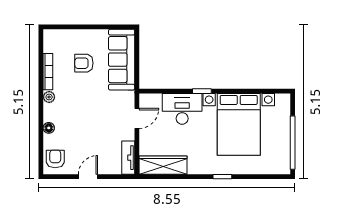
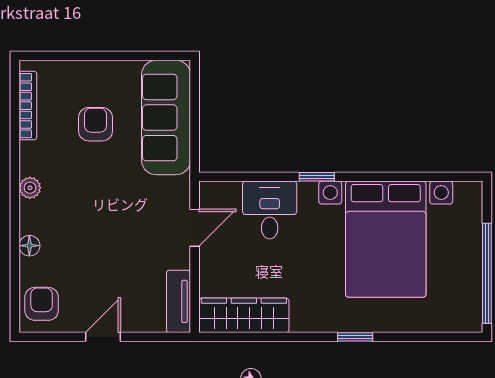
armchair: (84, 63) -> (95, 124), turned 90
bookcase: (48, 72) -> (28, 106), moved
desk: (182, 109) -> (270, 210), width x0.73

